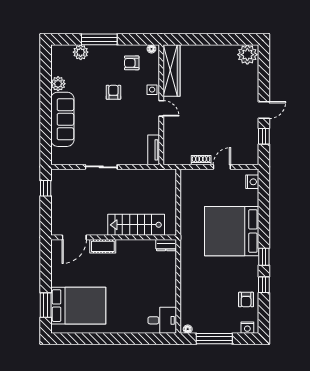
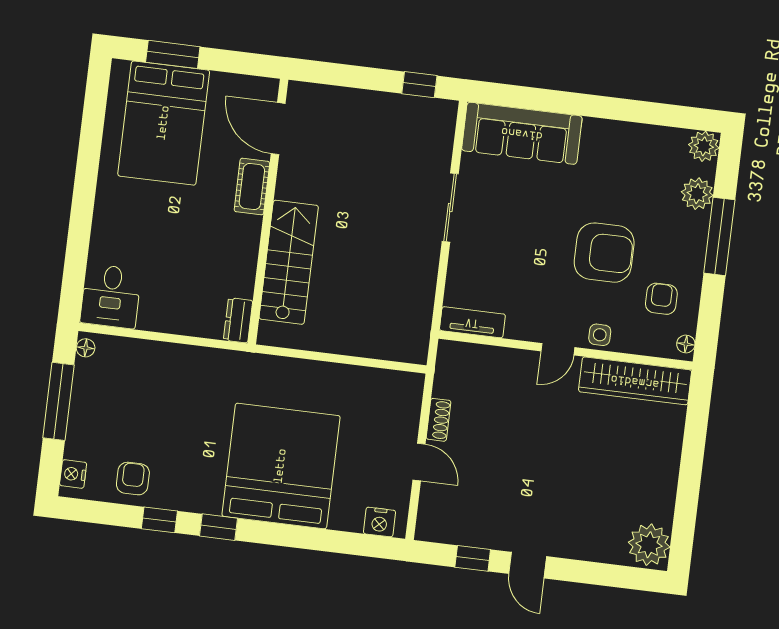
plant: (58, 84) -> (704, 146), moved
armchair: (113, 92) -> (604, 253), width x1.88, depth x1.88
sofa: (62, 119) -> (522, 133), moved
stairs: (136, 225) -> (289, 262), moved
door: (74, 237) -> (278, 129), moved
wall: (114, 237) -> (268, 212), moved
dresser: (166, 245) -> (238, 320), moved
cot: (103, 246) -> (252, 187), moved
armchair: (246, 300) -> (133, 479), turned 90

